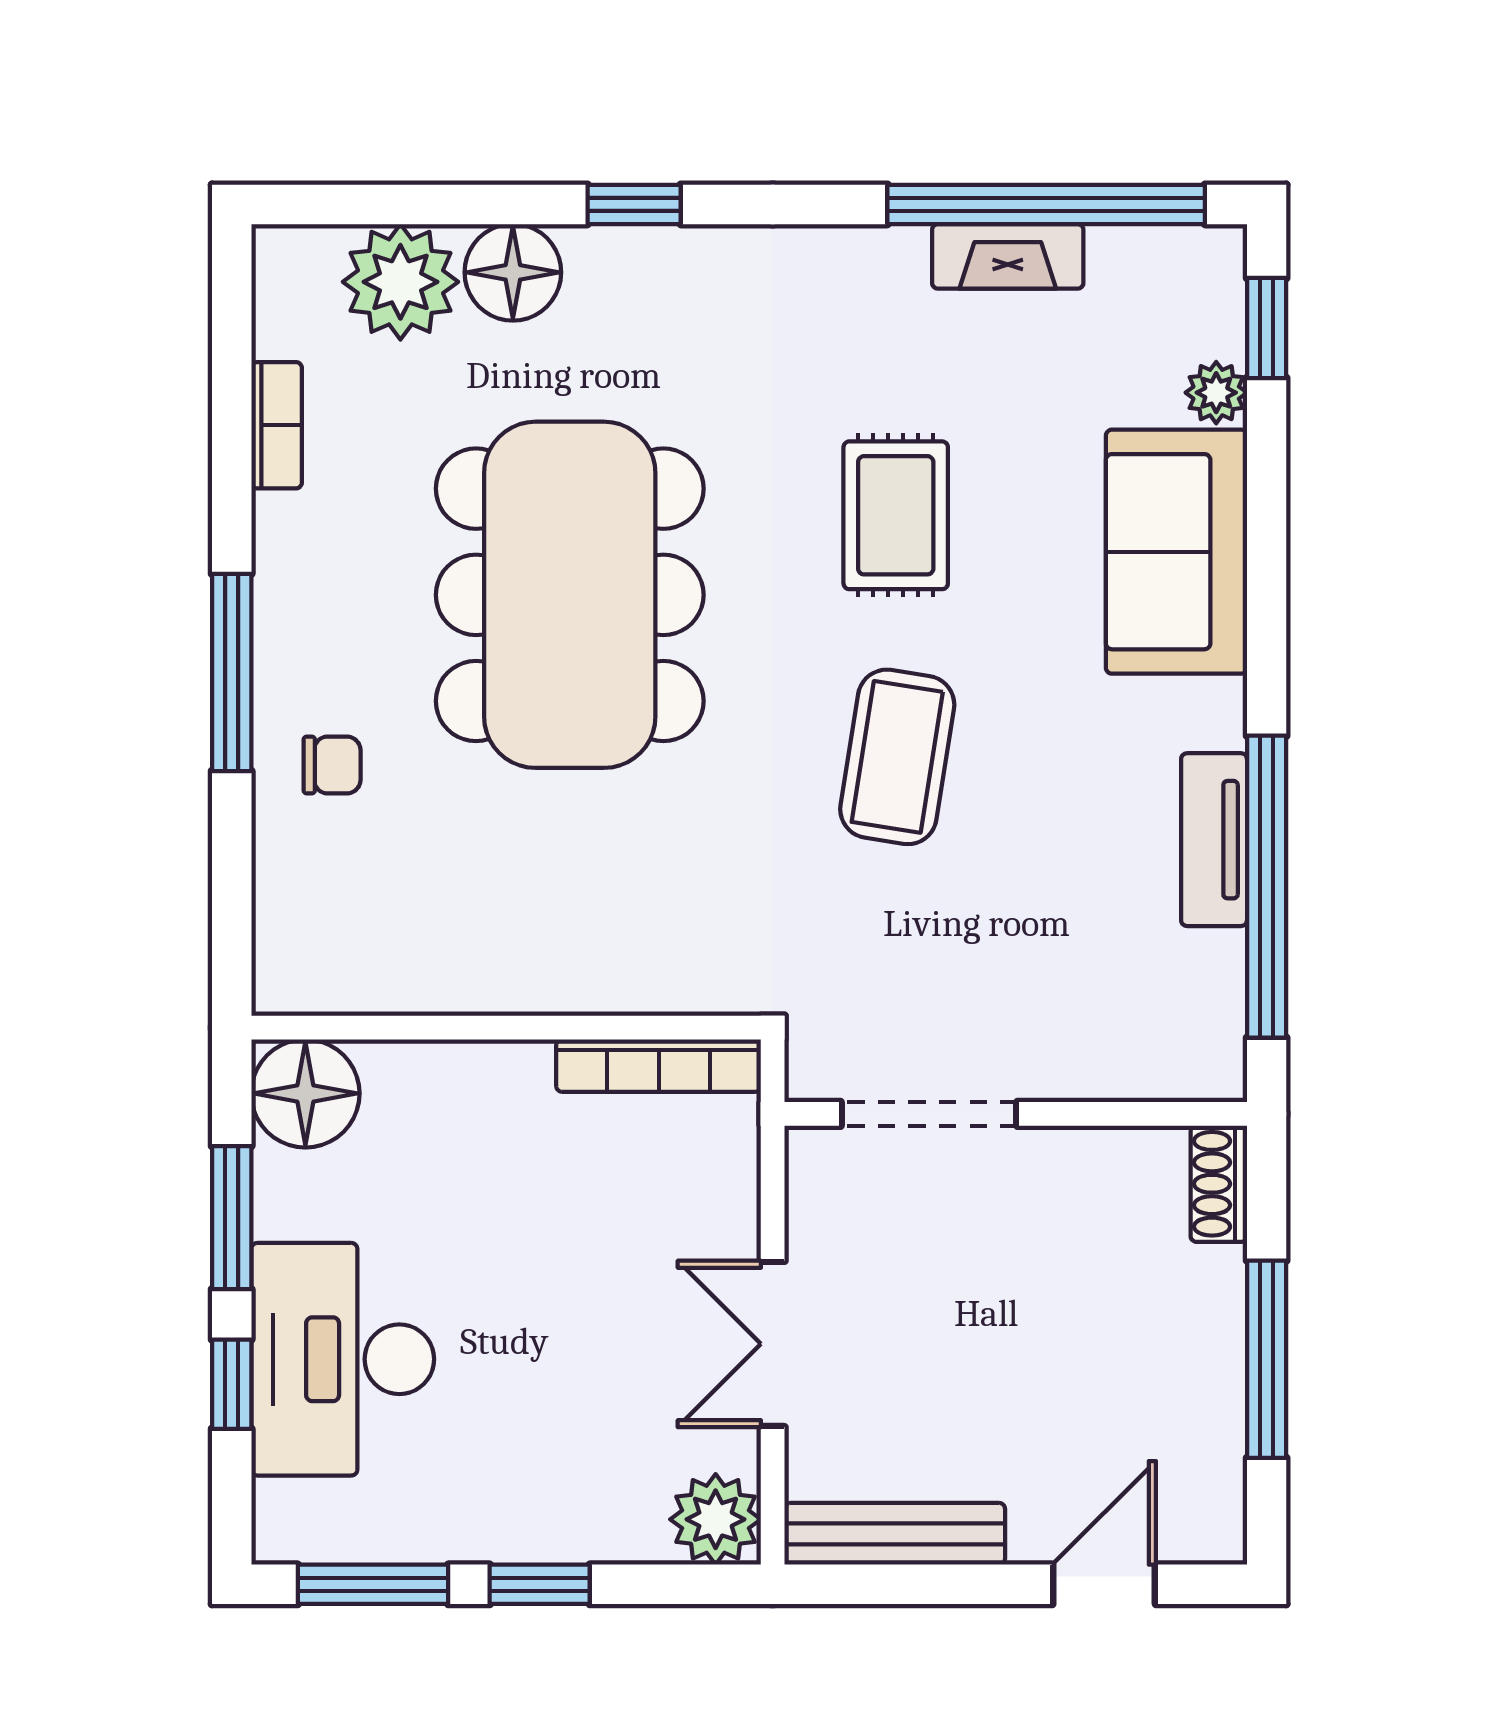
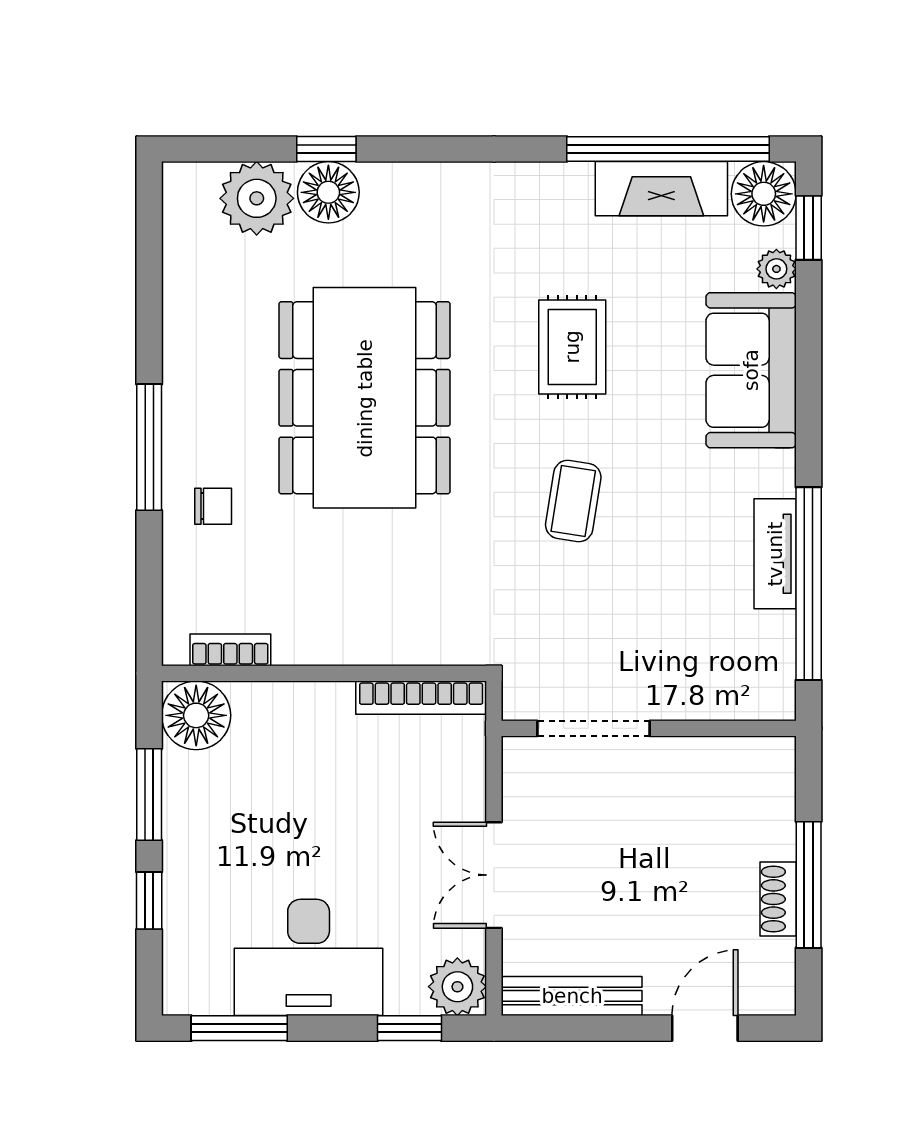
window: (634, 204) -> (326, 149), moved
fireplace: (1008, 256) -> (661, 189), width x1.37, depth x1.32
floor lamp: (1196, 275) -> (764, 194), added
bookcase: (277, 425) -> (230, 650), moved, turned -90
coffee table: (897, 757) -> (573, 501), width x0.73, depth x0.77
shoe rack: (1219, 1184) -> (778, 899), moved
desk: (343, 1359) -> (309, 957), moved, turned -90
window: (540, 1584) -> (409, 1028), moved

